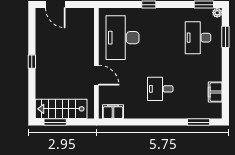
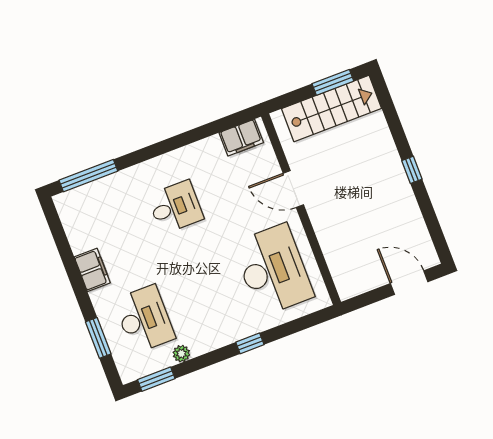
plant: (217, 13) -> (181, 354), moved
filing cabinet: (215, 92) -> (92, 270), moved
window: (199, 122) -> (88, 176), width x1.44

